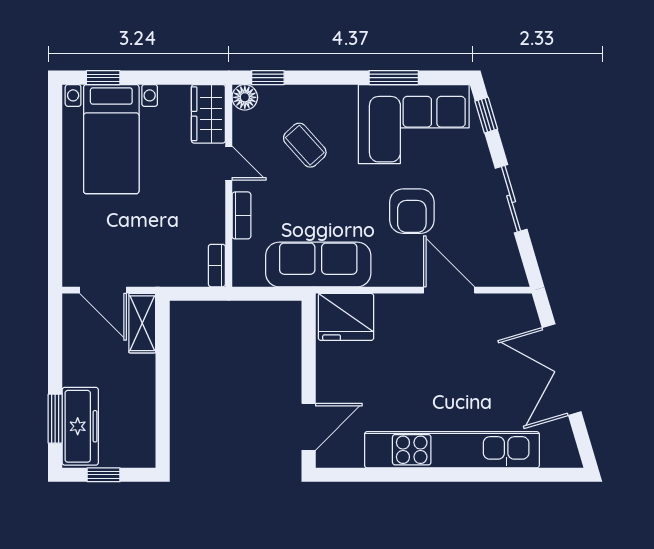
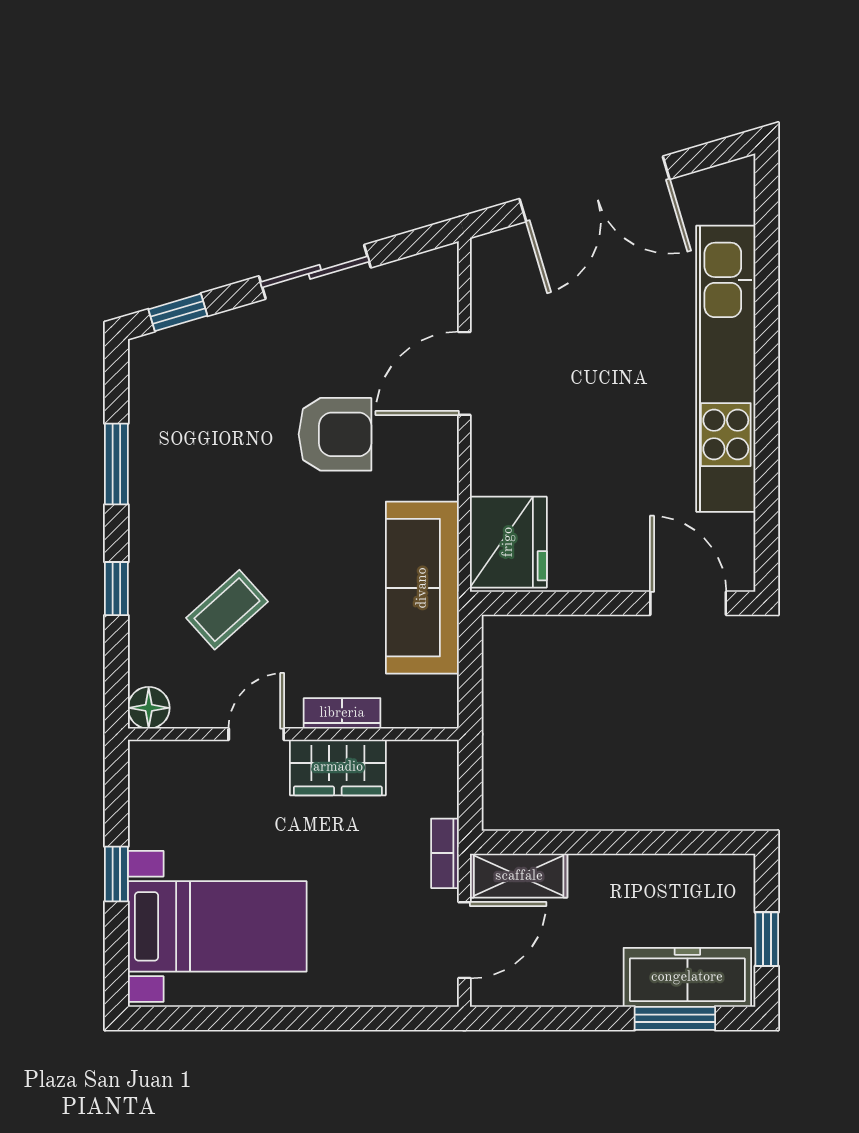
window: (103, 78) -> (116, 874), moved
window: (268, 78) -> (116, 589), moved
wardrobe: (208, 114) -> (338, 767), moved
corner sofa: (414, 124) -> (192, 431), removed
bookcase: (217, 266) -> (445, 853), moved, turned 90

